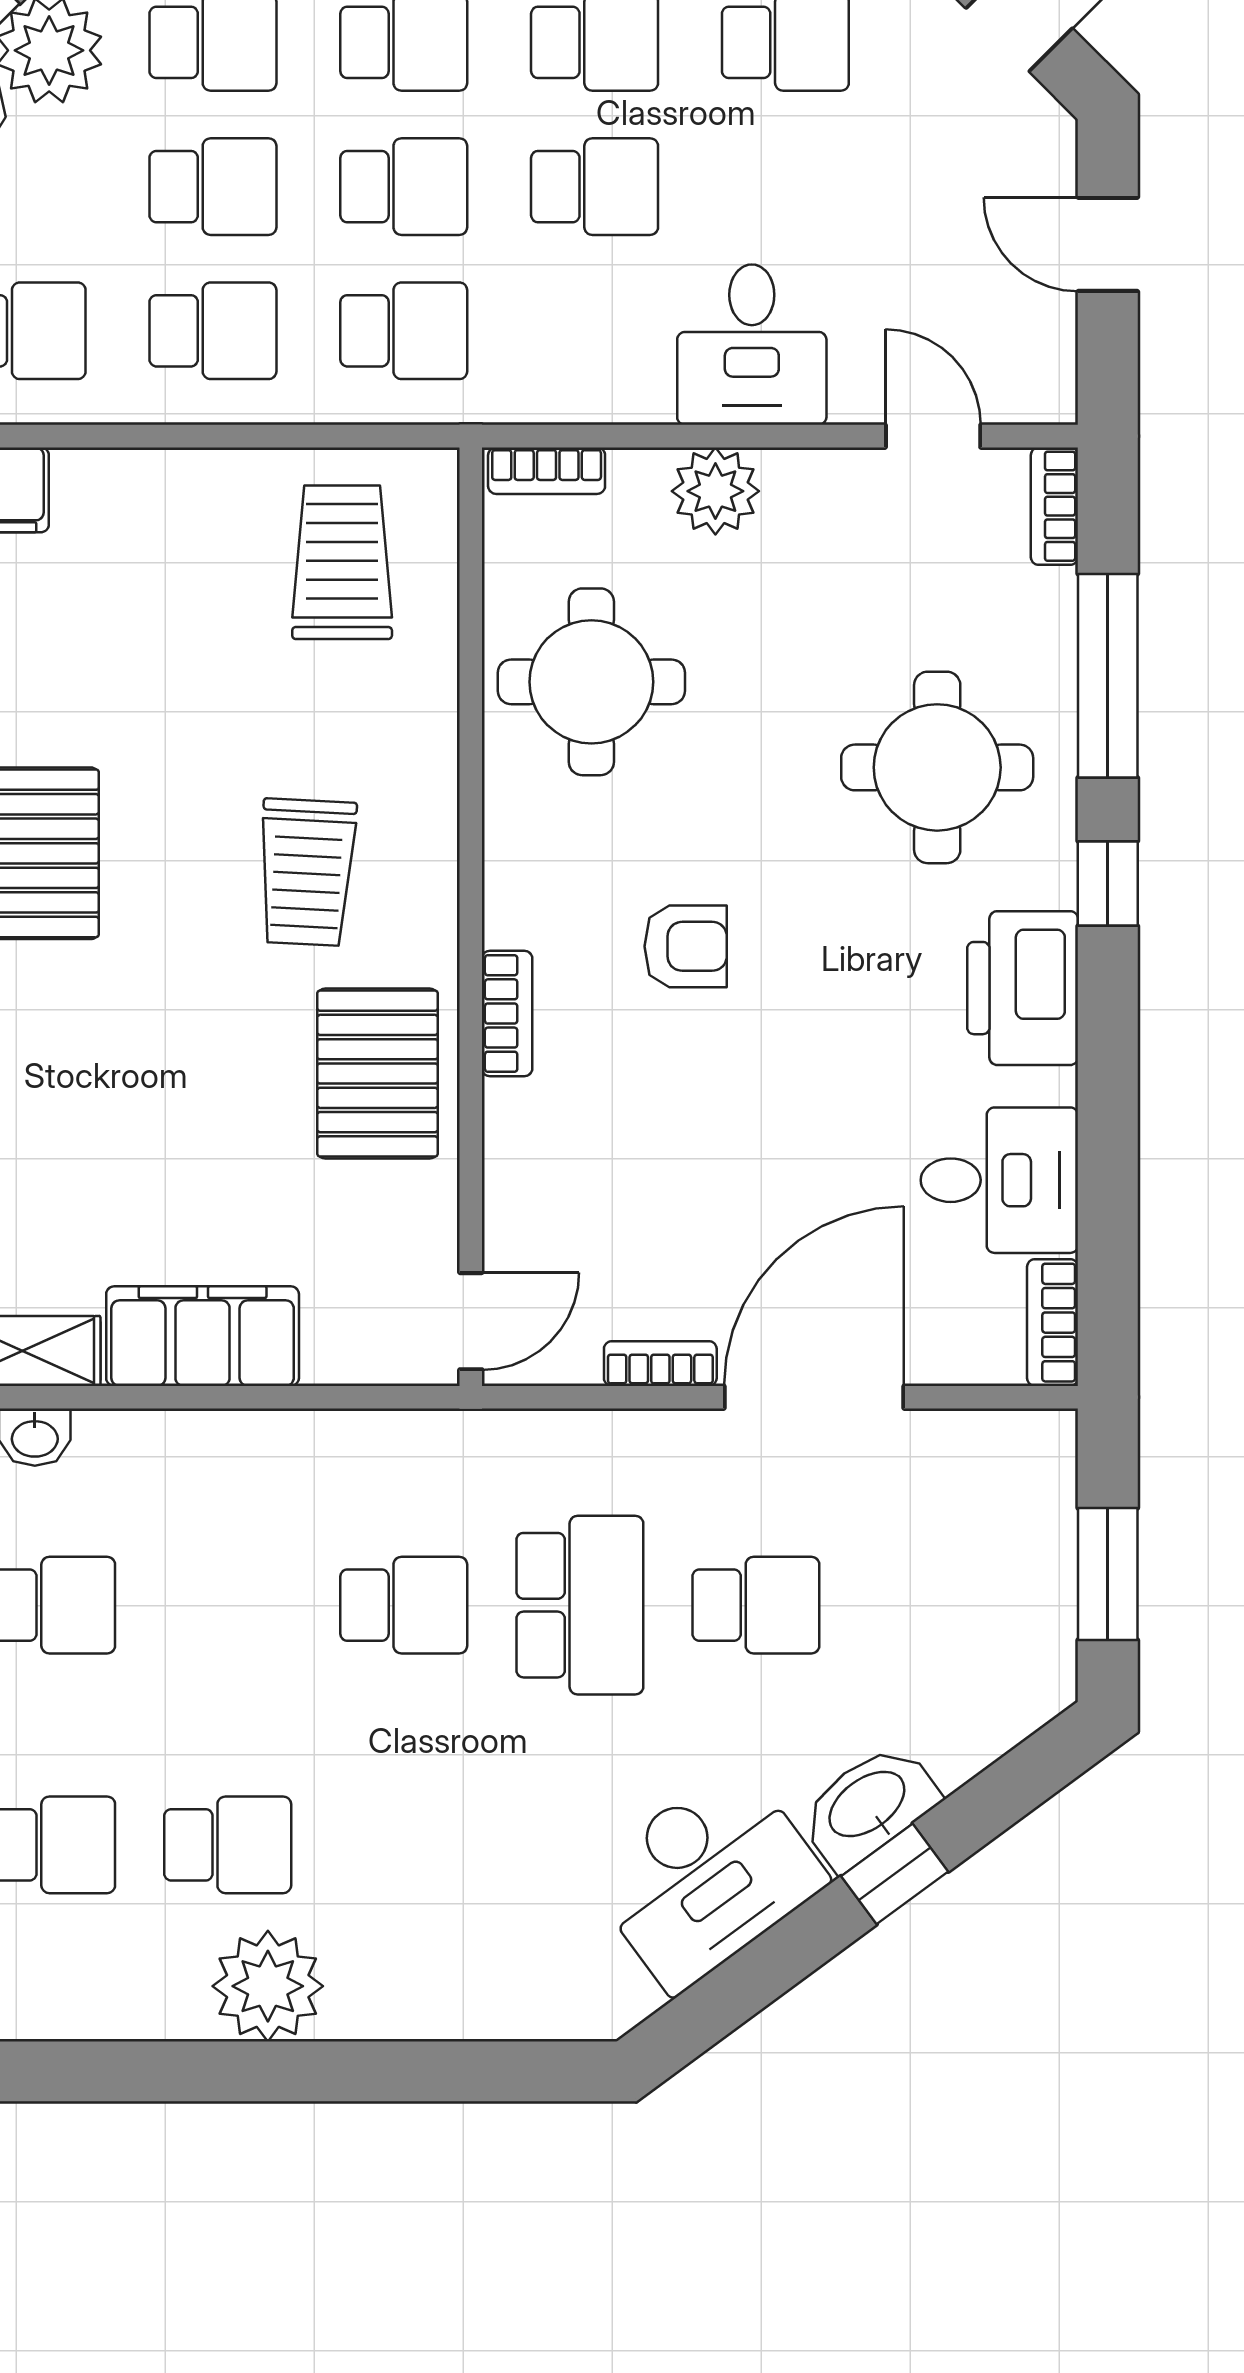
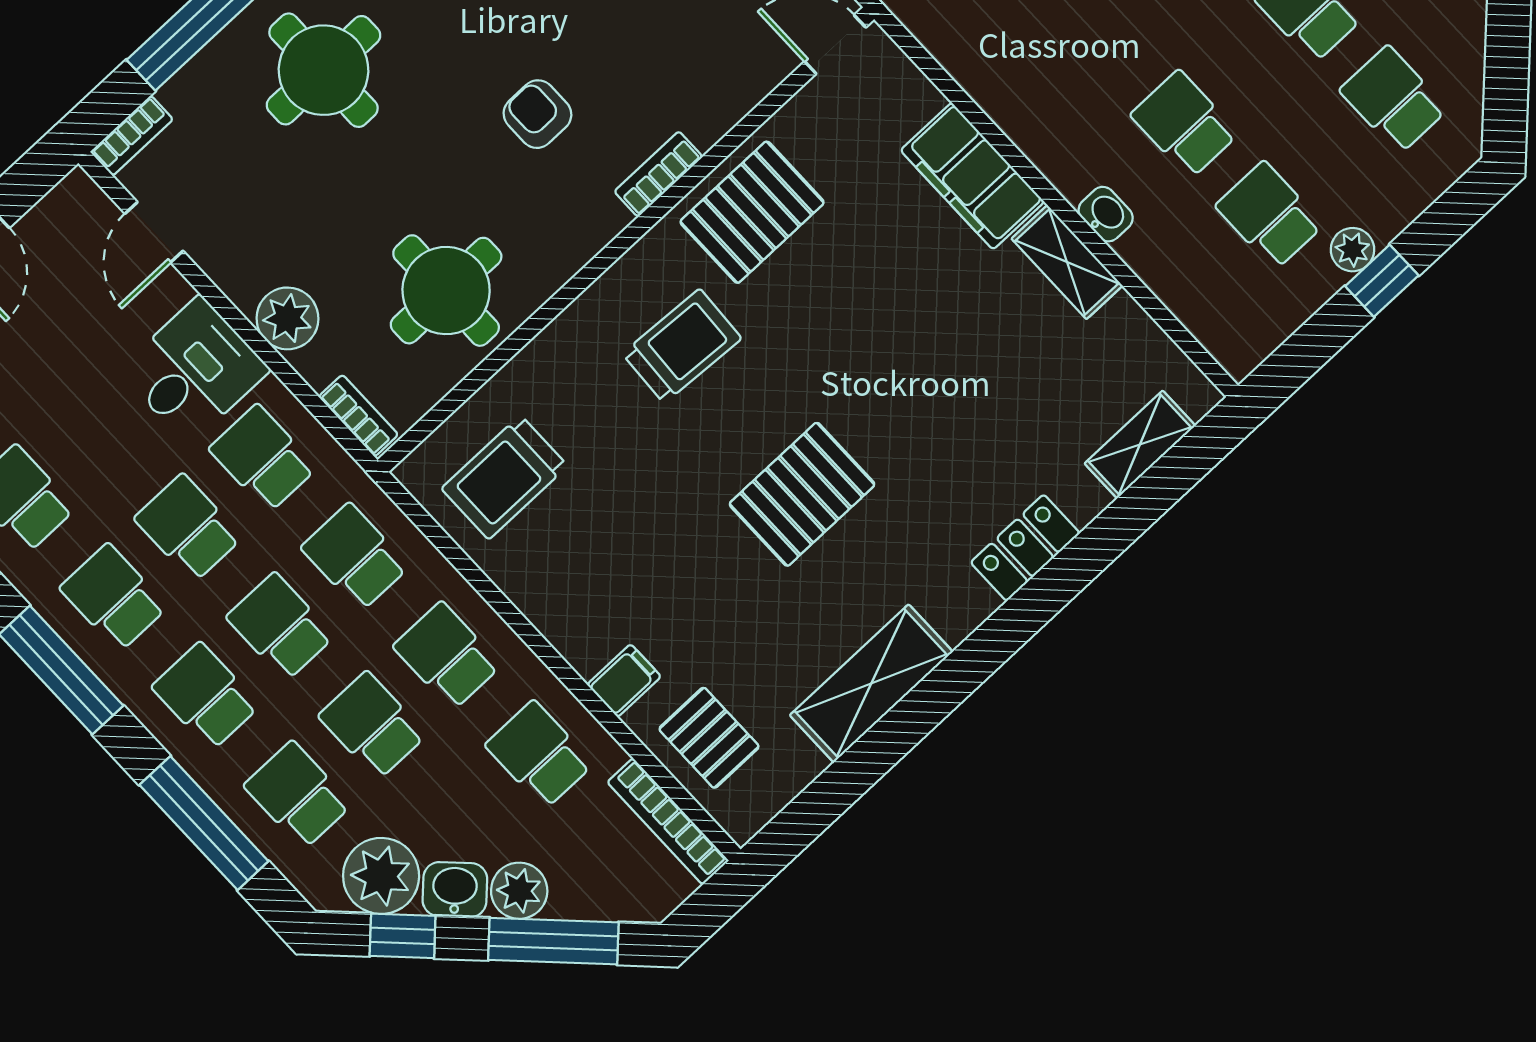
school desk: (595, 331) -> (263, 458), added

